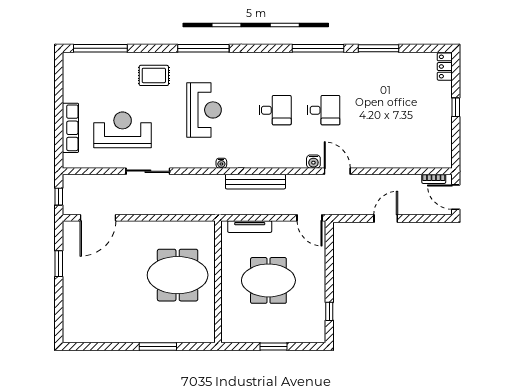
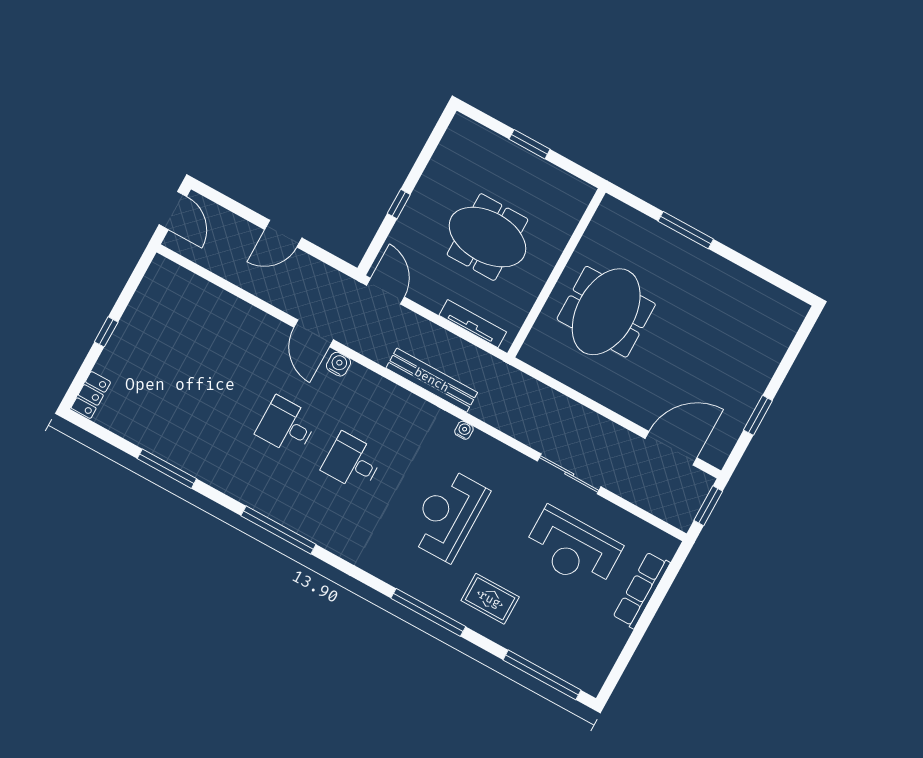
window: (203, 48) -> (428, 612), moved
window: (318, 48) -> (278, 530), moved
bookcase: (434, 179) -> (189, 252), removed
window: (59, 197) -> (708, 506), width x1.50
meeting table: (178, 275) -> (606, 312), turned 90
window: (329, 311) -> (399, 204), moved

